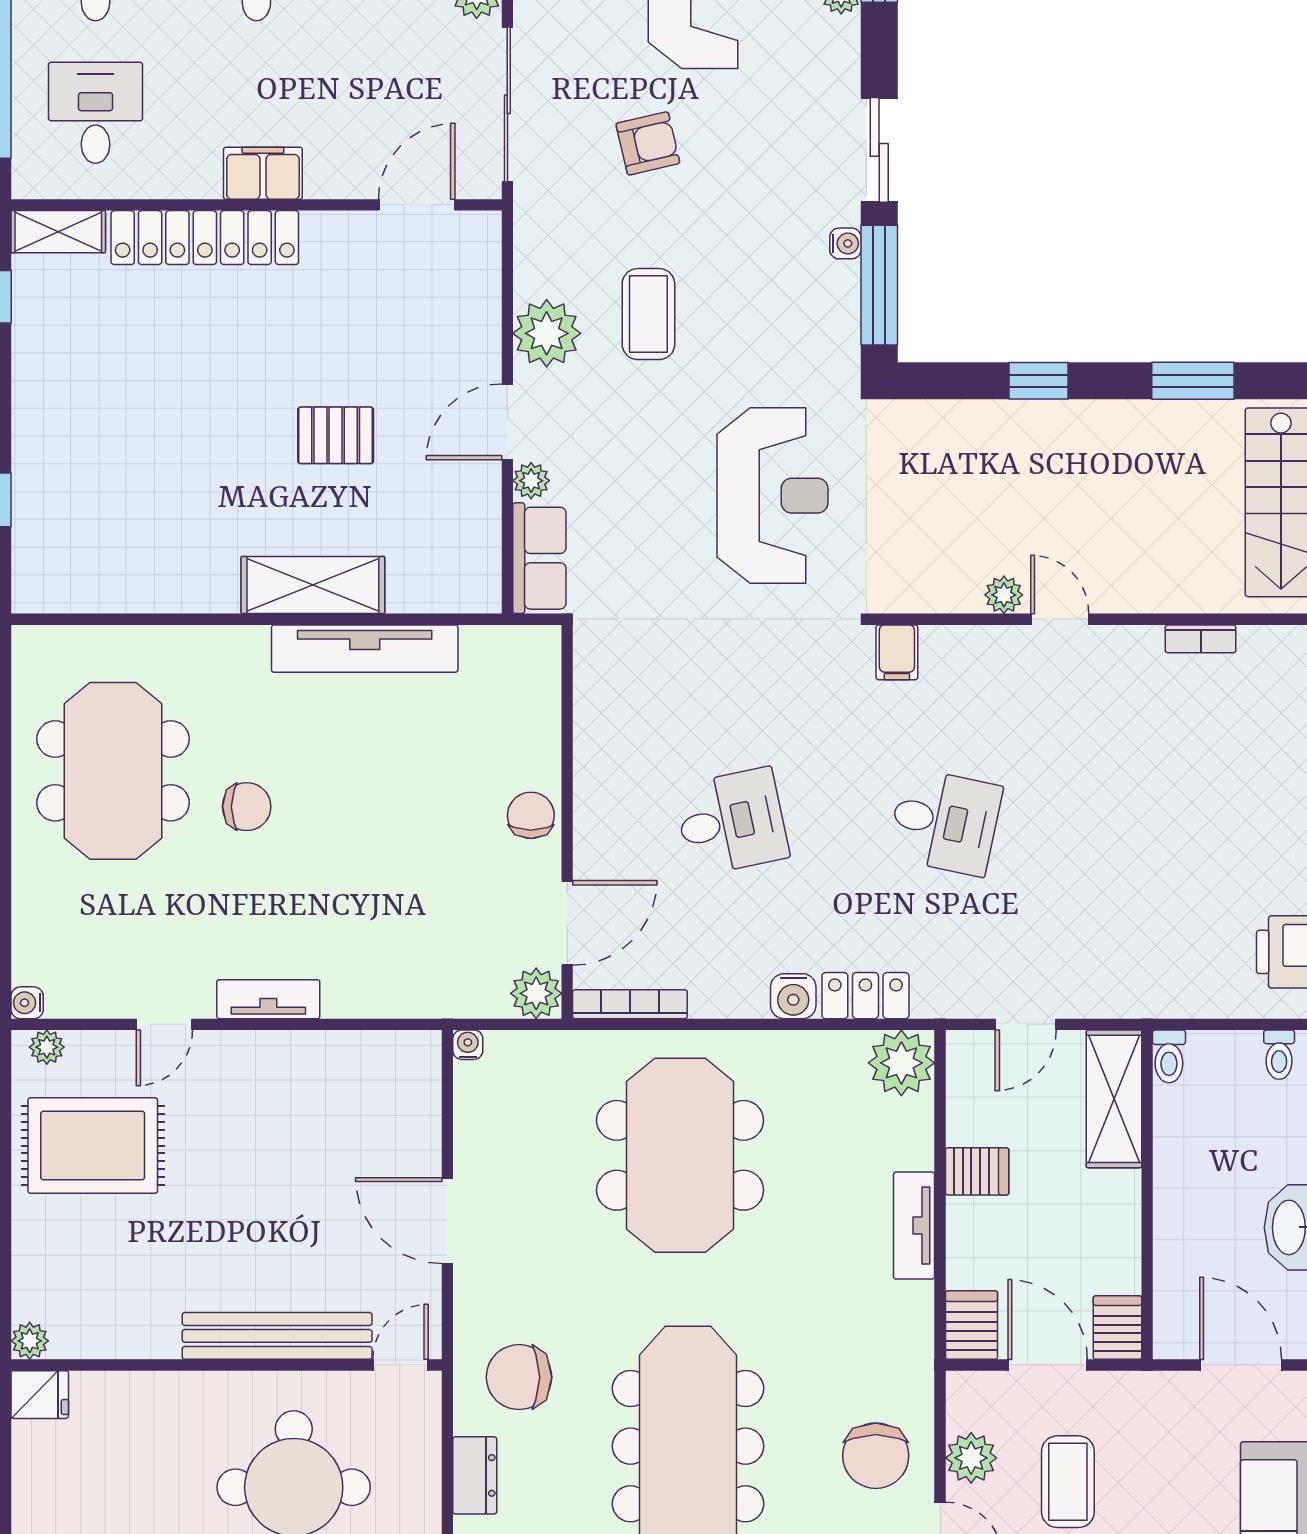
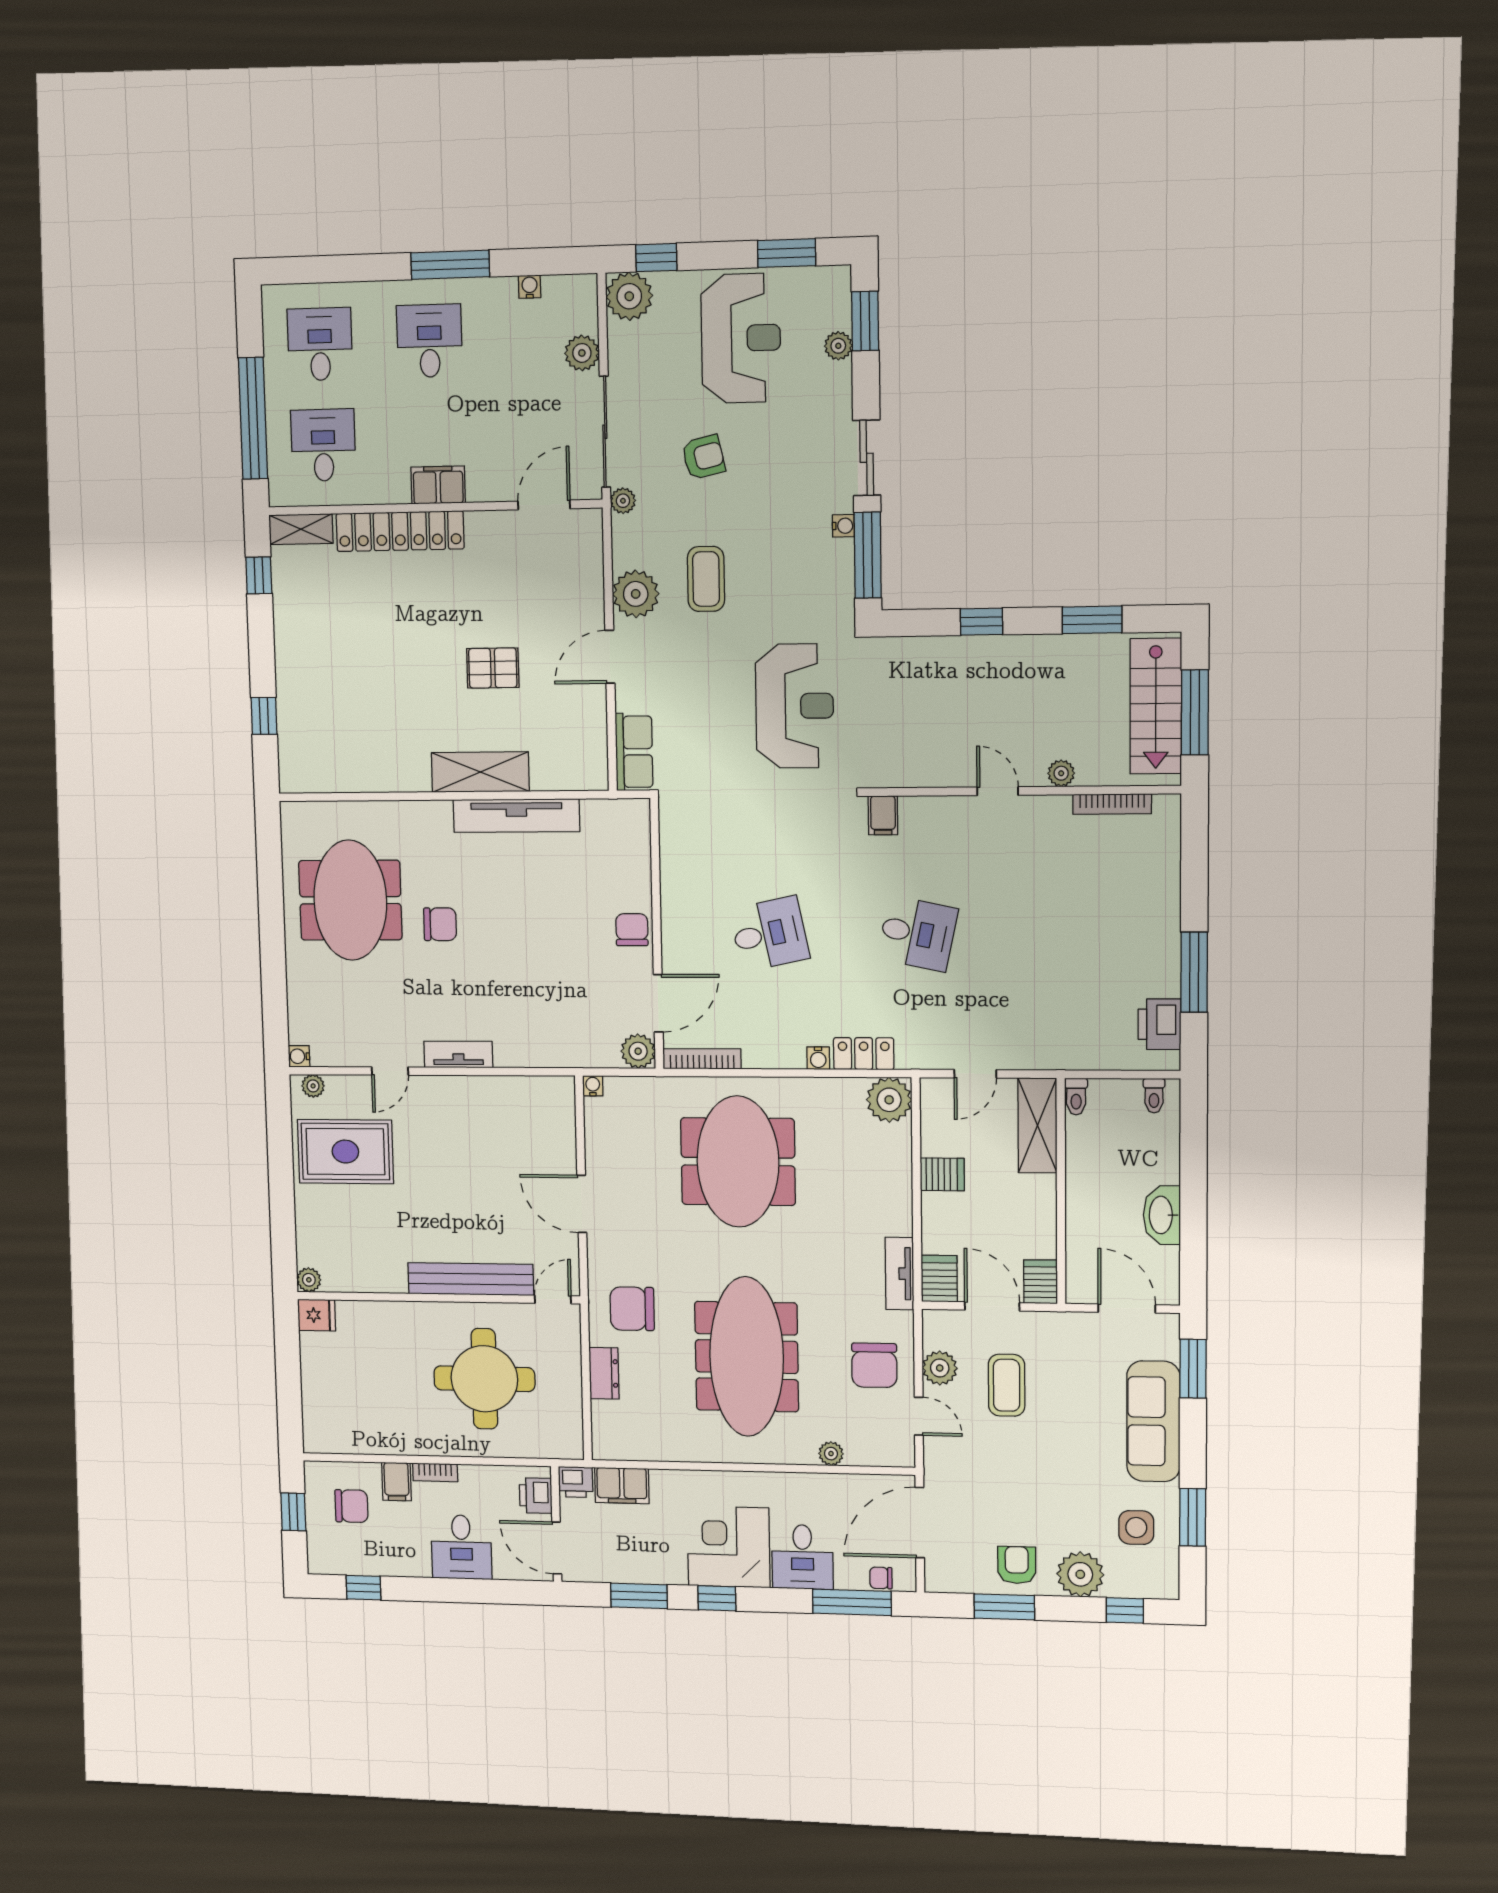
plant: (531, 481) -> (623, 501), moved
plant: (1004, 595) -> (1061, 773), moved
bookcase: (1201, 639) -> (1112, 804), width x1.56
water cooler: (793, 996) -> (818, 1058), width x0.72, depth x0.72
tv unit: (914, 1226) -> (900, 1274), moved

